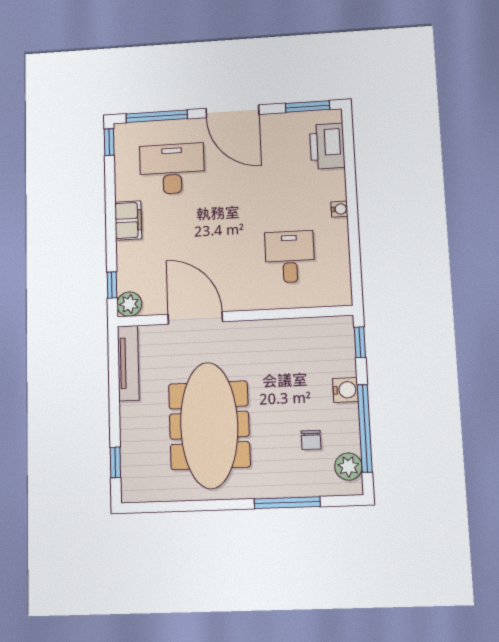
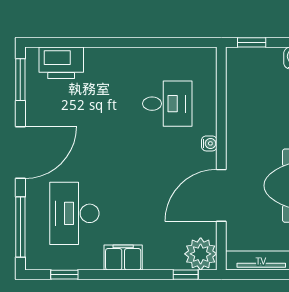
window: (109, 142) -> (64, 275), moved
water cooler: (339, 209) -> (209, 143), moved, turned 90
desk: (290, 257) -> (167, 104), turned 180
plant: (129, 304) -> (201, 254), width x1.36, depth x1.36

